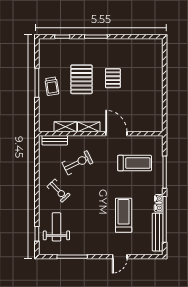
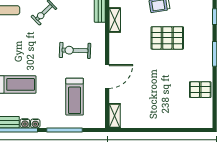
pallet: (113, 78) -> (200, 90), moved
shelving: (89, 127) -> (115, 116), moved
exercise bike: (77, 163) -> (75, 50), moved, turned 118

